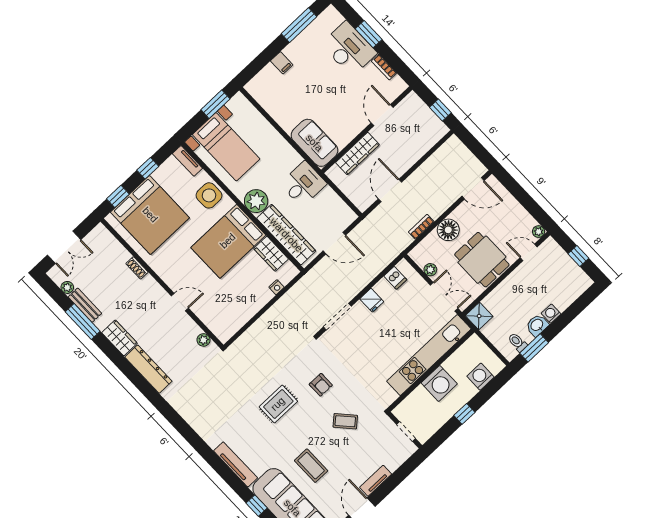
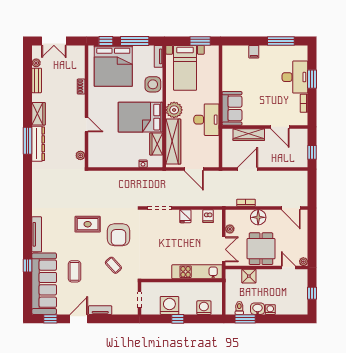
door: (382, 115) -> (280, 127), swing flipped
window: (148, 168) -> (135, 41), width x2.17
desk: (303, 184) -> (206, 120), width x1.37
shower: (479, 316) -> (249, 276), moved
window: (83, 322) -> (28, 141), moved
kitchen unit: (429, 355) -> (197, 272), width x0.73
washing machine: (439, 383) -> (169, 305), moved, turned 180
armchair: (321, 385) -> (118, 235), width x1.88, depth x1.88

